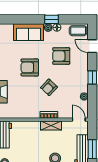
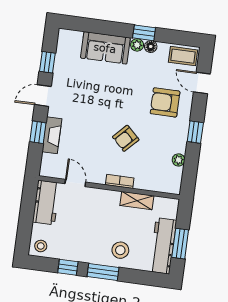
armchair: (61, 56) -> (165, 102), moved
armchair: (30, 67) -> (100, 103), removed
door: (79, 120) -> (75, 183), moved
shelving: (51, 126) -> (137, 201), moved

